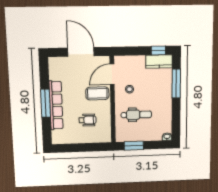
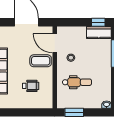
door: (112, 74) -> (55, 43), hinge flipped

